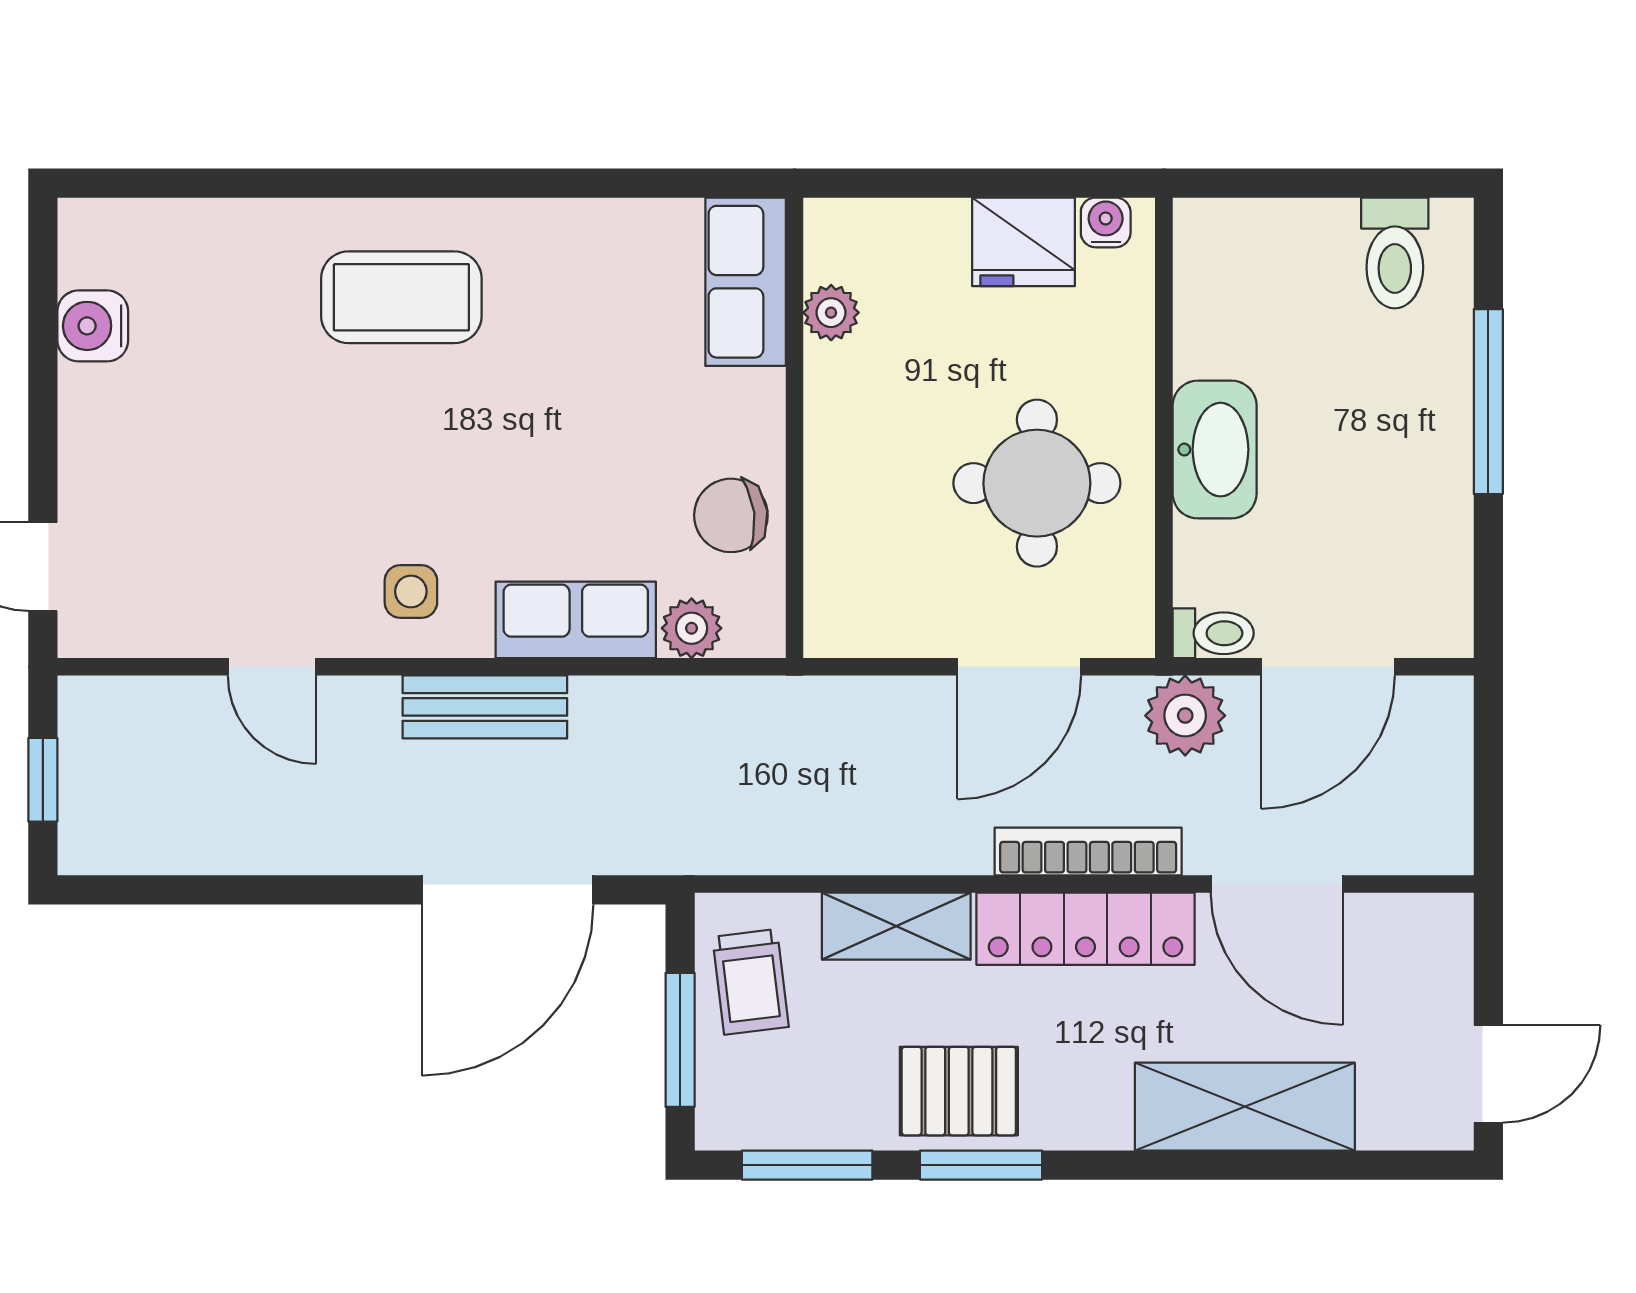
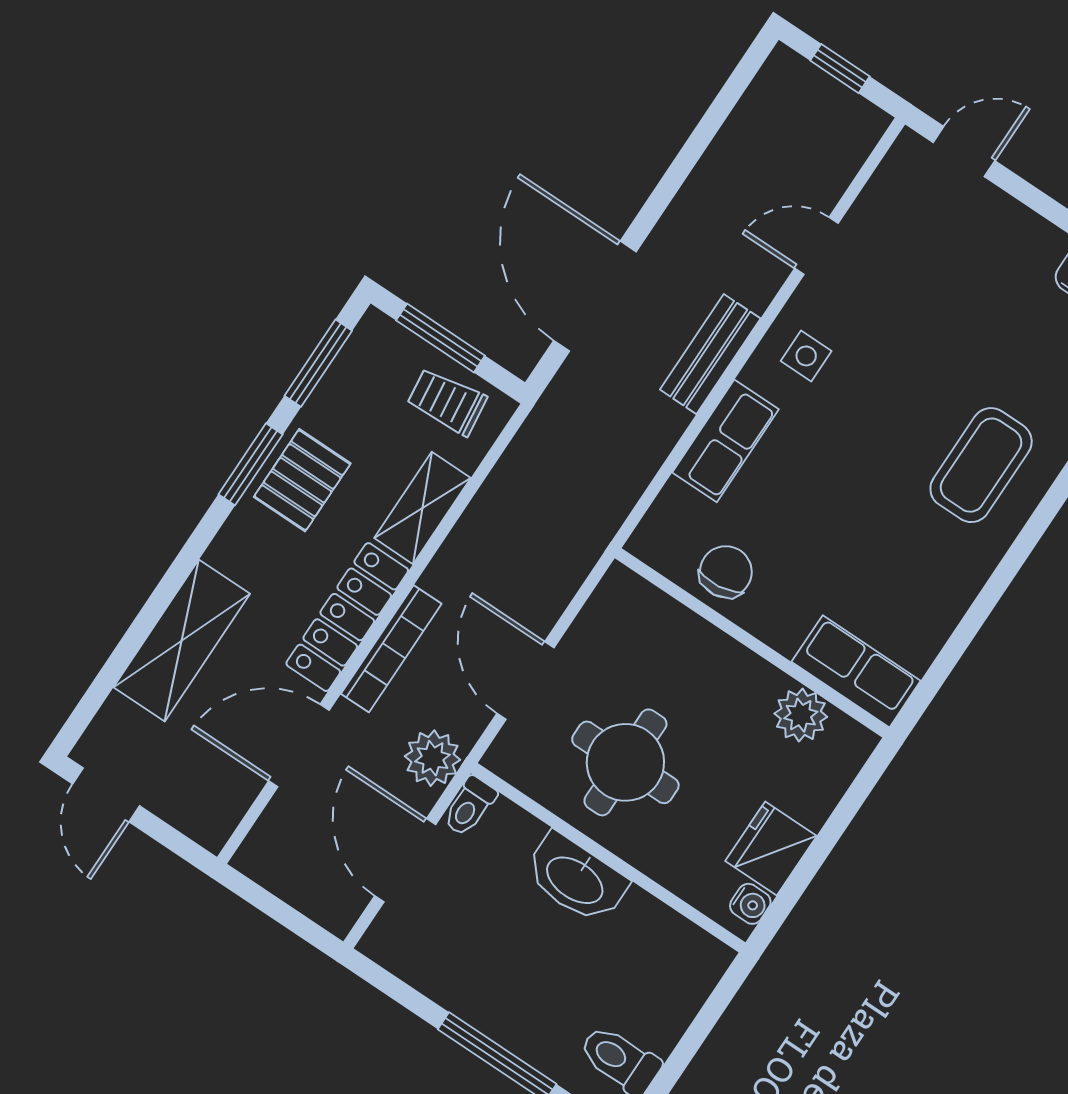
plant: (831, 313) -> (801, 715), width x1.38, depth x1.38
plant: (692, 628) -> (676, 505), removed

